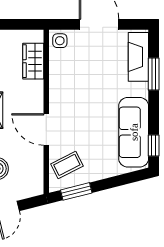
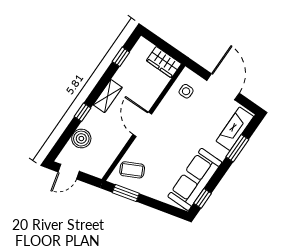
side table: (60, 41) -> (186, 91), moved
wardrobe: (33, 61) -> (164, 62), moved, turned -90
door: (46, 129) -> (142, 124), moved

